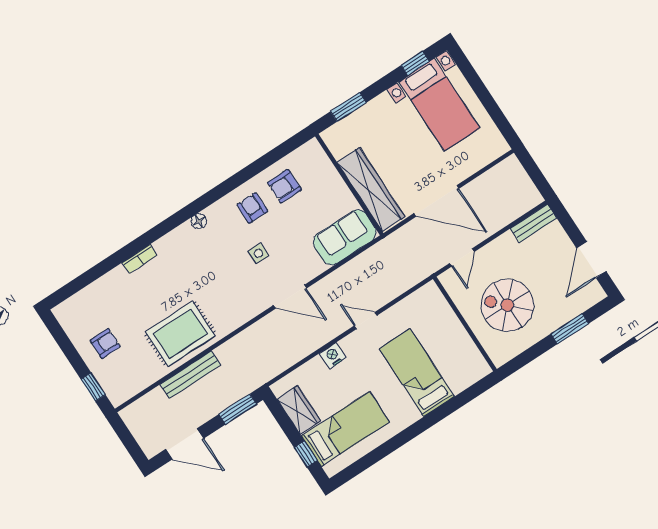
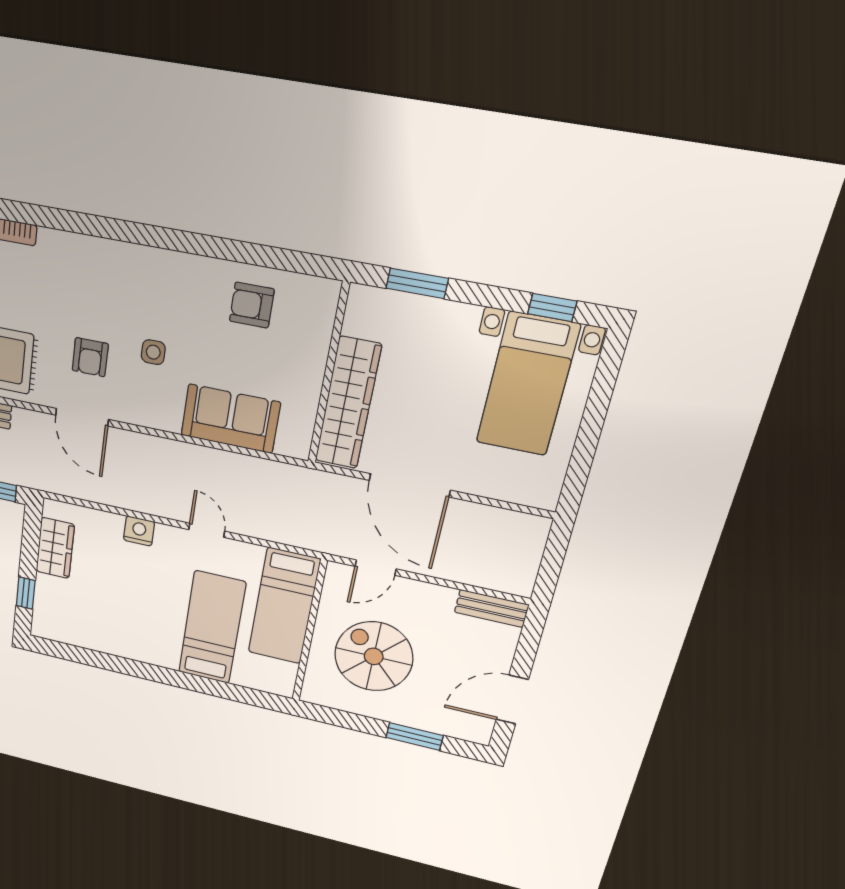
armchair: (252, 208) -> (90, 357), moved, turned 180
floor lamp: (199, 221) -> (116, 252), removed
sofa: (345, 237) -> (230, 419), moved
door: (290, 297) -> (82, 417), moved
bed: (345, 429) -> (284, 606), moved, turned 90

